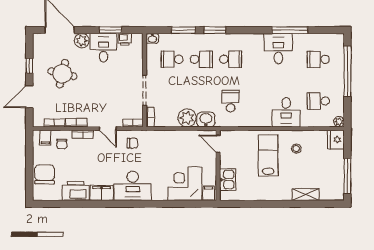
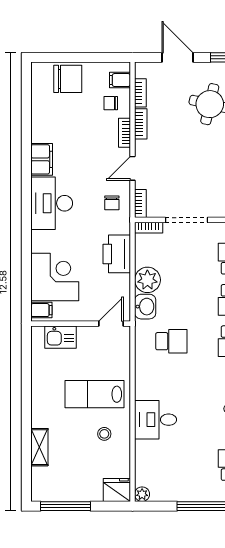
school desk: (318, 101) -> (171, 465), removed
lab bench: (268, 155) -> (94, 394), turned 180
printer: (76, 191) -> (117, 254), moved, turned 180

